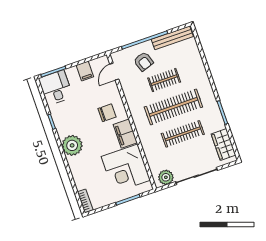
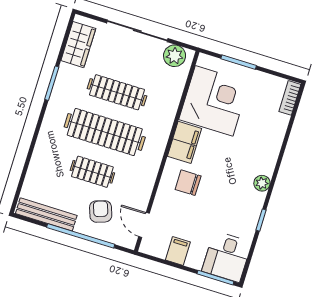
door: (114, 72) -> (144, 225), swing flipped
plant: (72, 145) -> (262, 183), width x0.53, depth x0.53

